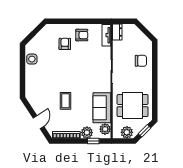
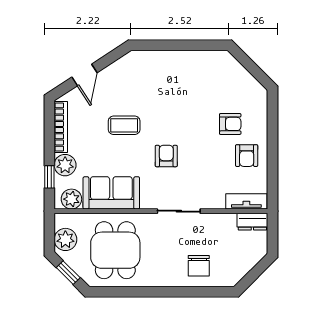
side table: (32, 59) -> (202, 63), removed
armchair: (82, 78) -> (166, 156), added
door: (38, 122) -> (84, 75), hinge flipped

